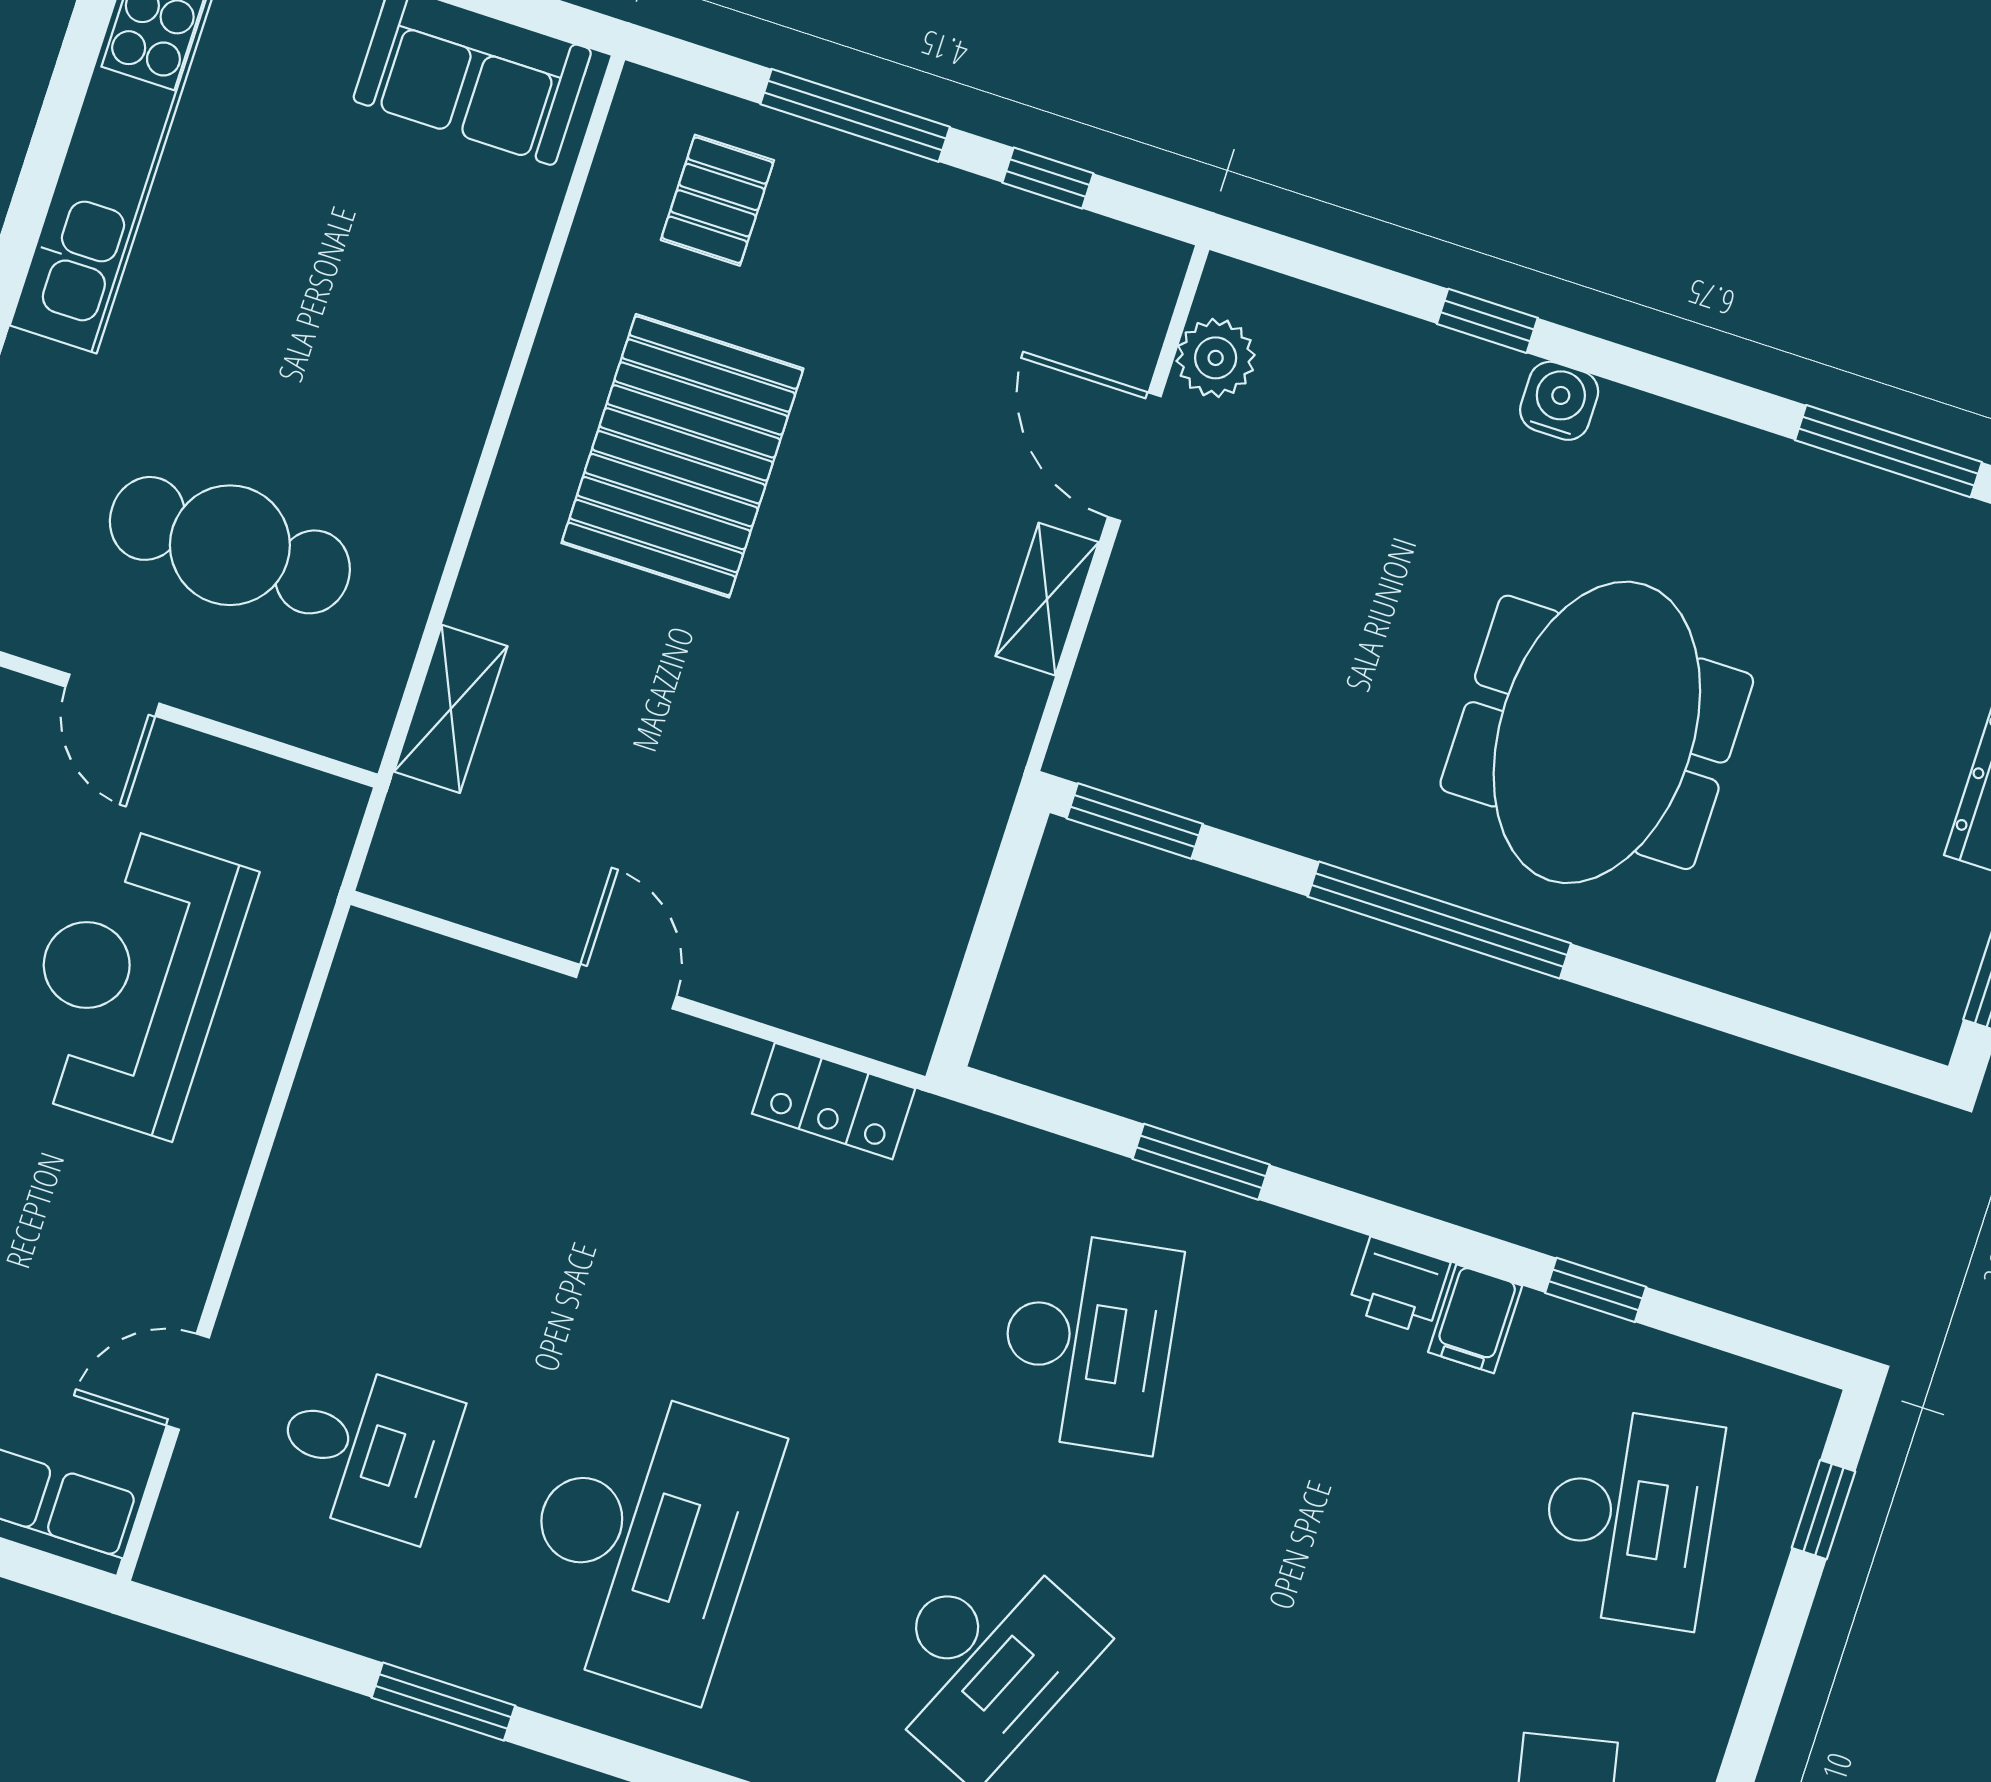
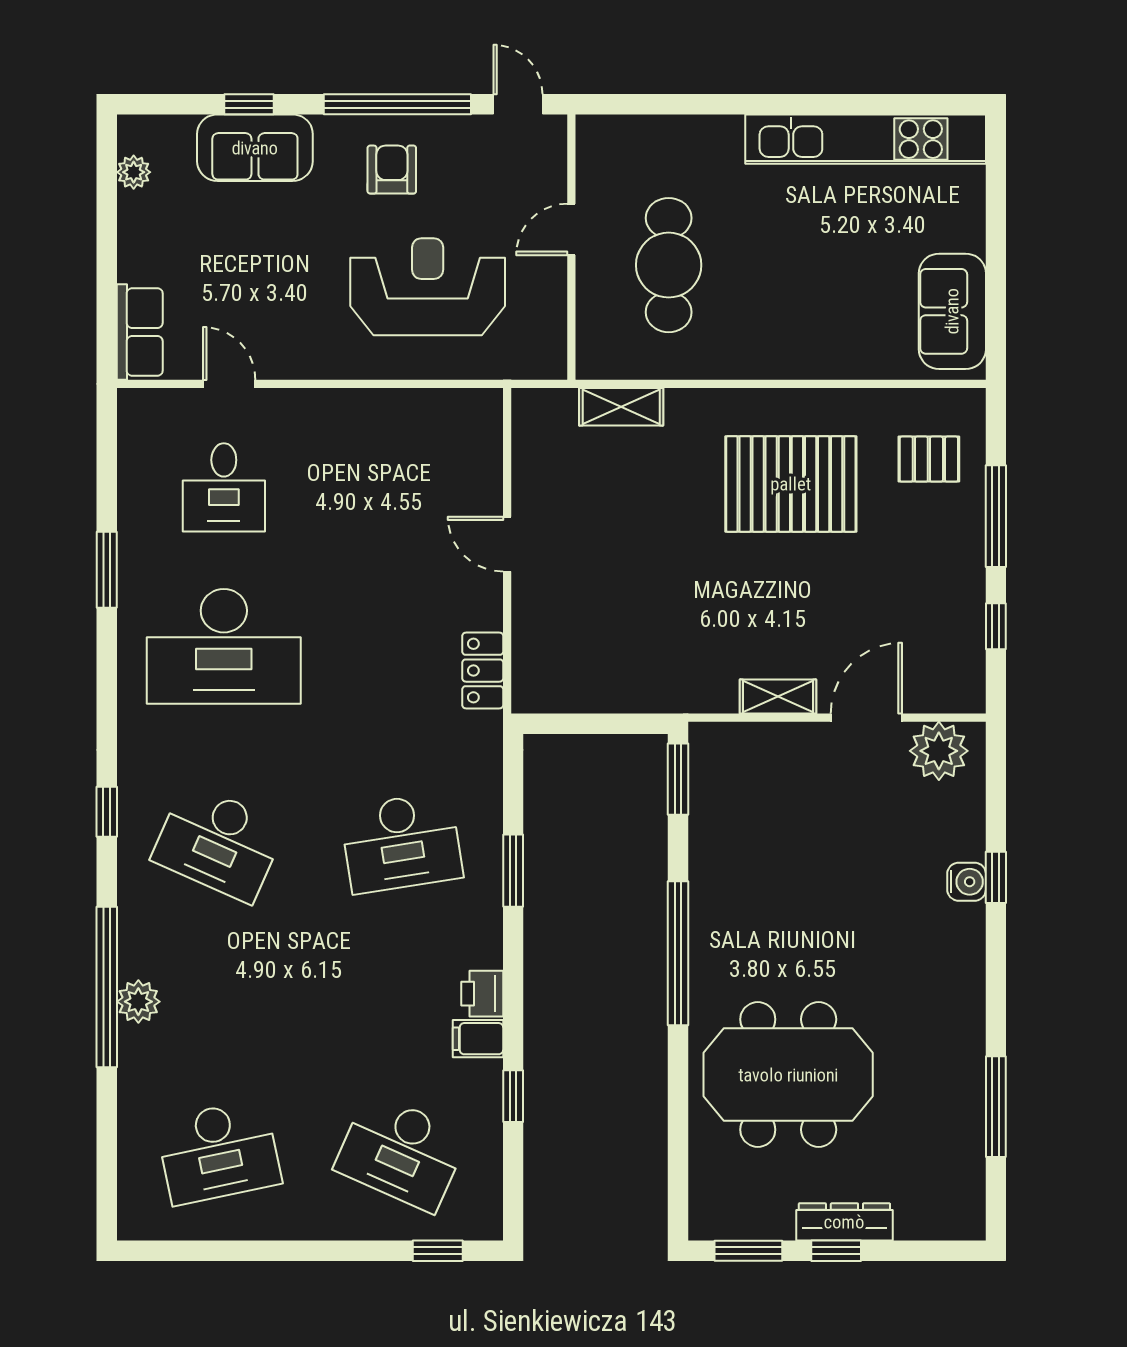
plant: (1216, 358) -> (939, 751), width x1.36, depth x1.36
water cooler: (1559, 401) -> (967, 882), moved
meeting table: (1597, 732) -> (788, 1075), moved
door: (626, 987) -> (507, 544), swing flipped
desk: (1630, 1517) -> (401, 1152), turned 33

